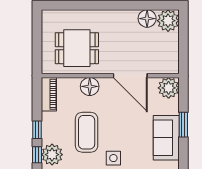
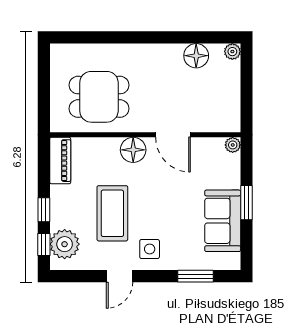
plant: (168, 21) -> (232, 52), width x0.53, depth x0.53
door: (130, 76) -> (173, 135), width x0.73
floor lamp: (90, 86) -> (133, 150), moved
plant: (169, 88) -> (233, 145), width x0.53, depth x0.53

